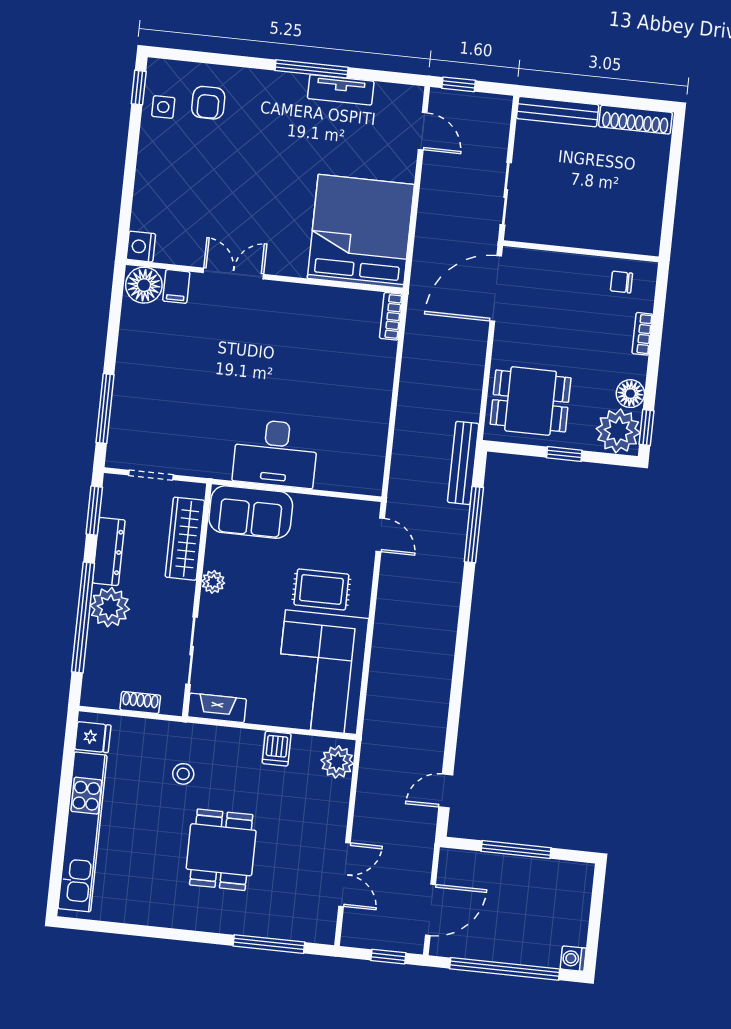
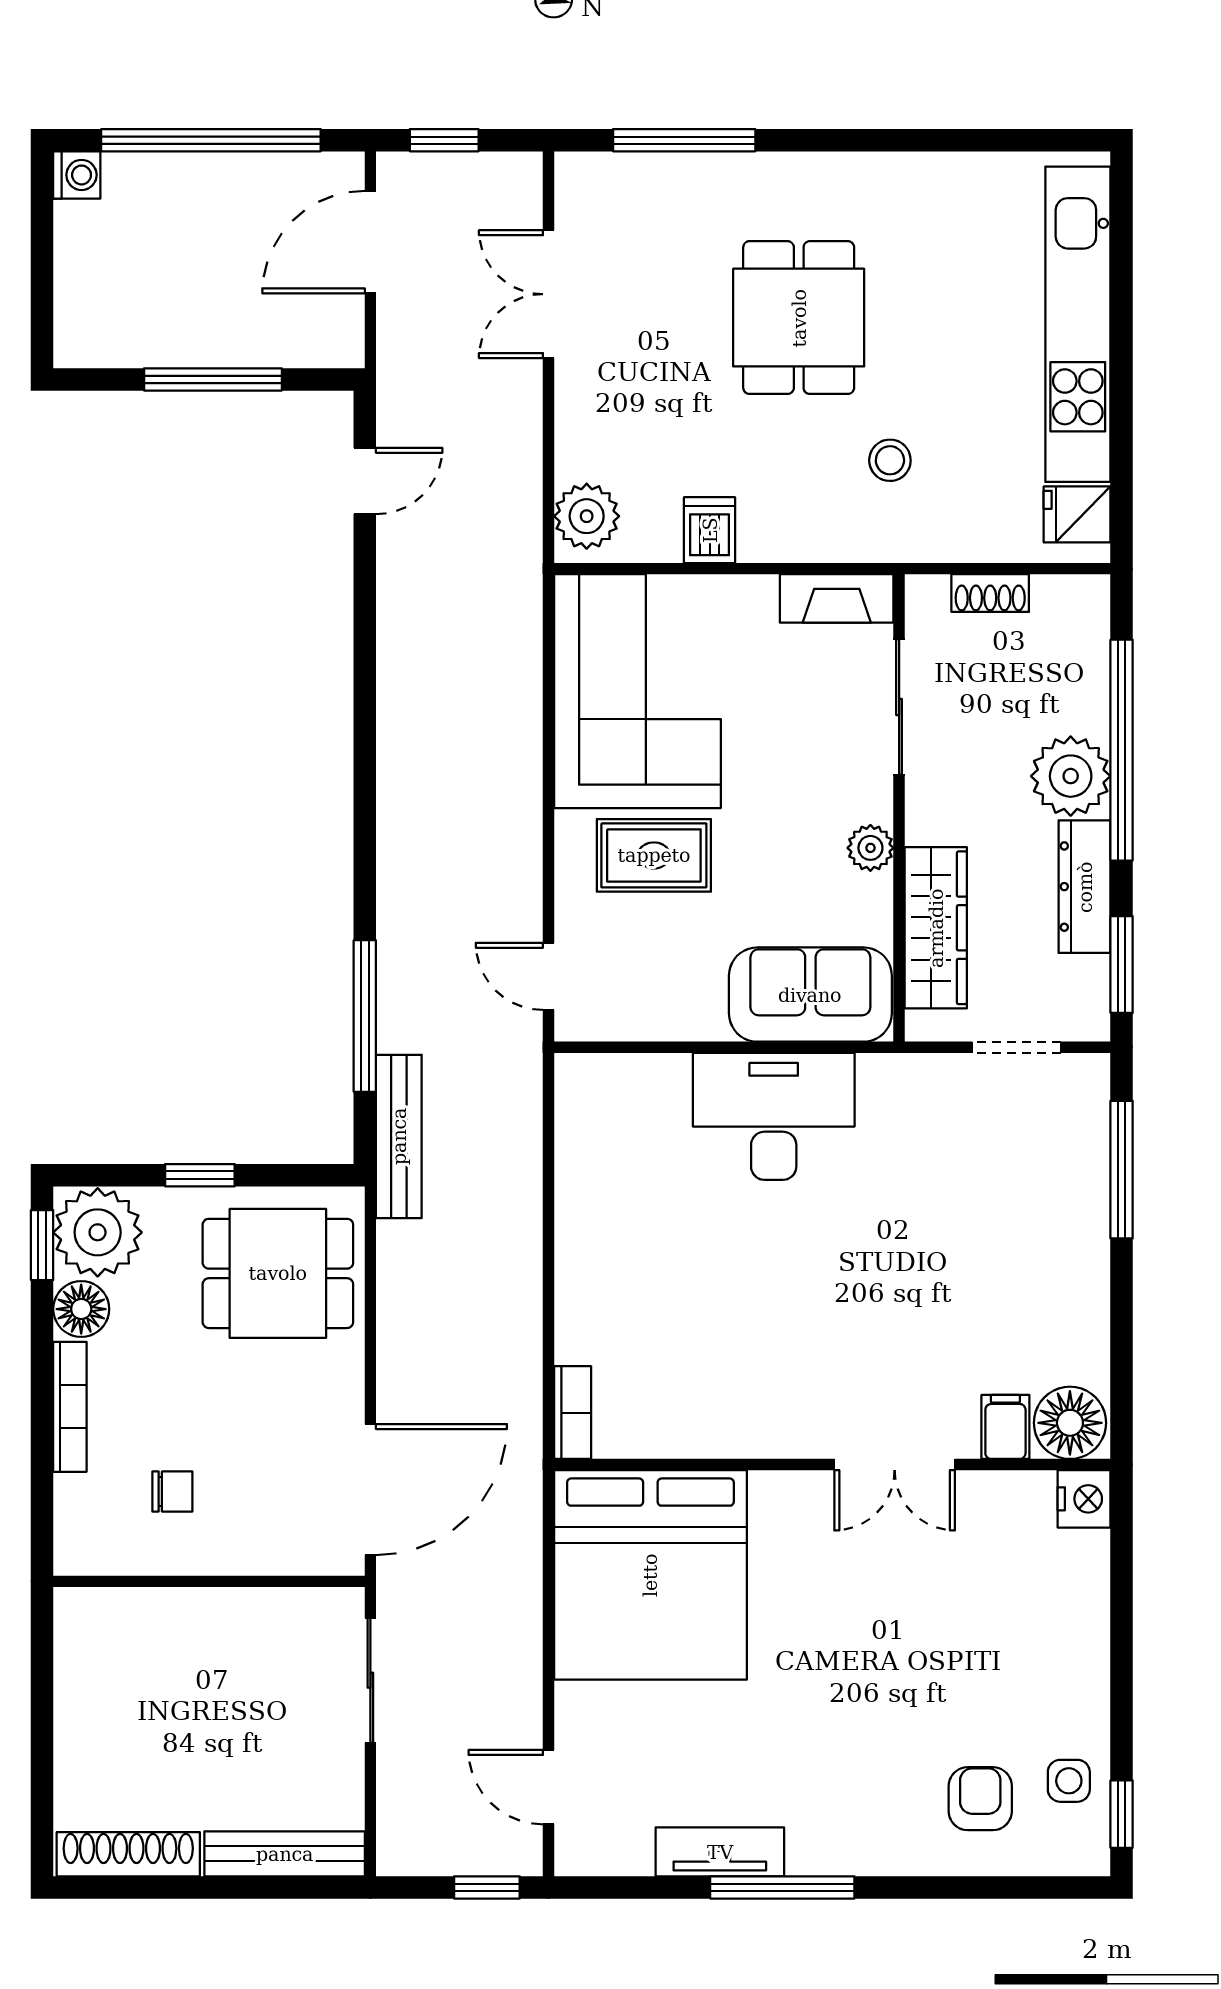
chair: (621, 282) -> (172, 1491), moved
bookcase: (642, 334) -> (70, 1407), width x1.56

